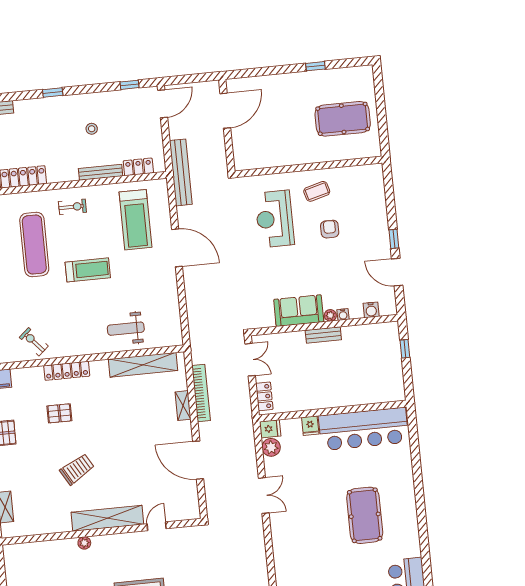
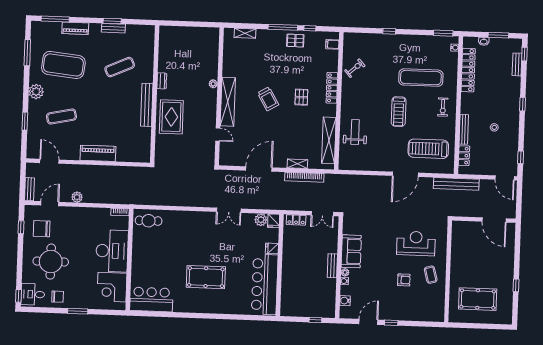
pool table: (343, 119) -> (478, 299), turned 90
pallet: (59, 413) -> (301, 97), moved
trolley: (77, 469) -> (268, 99), moved

